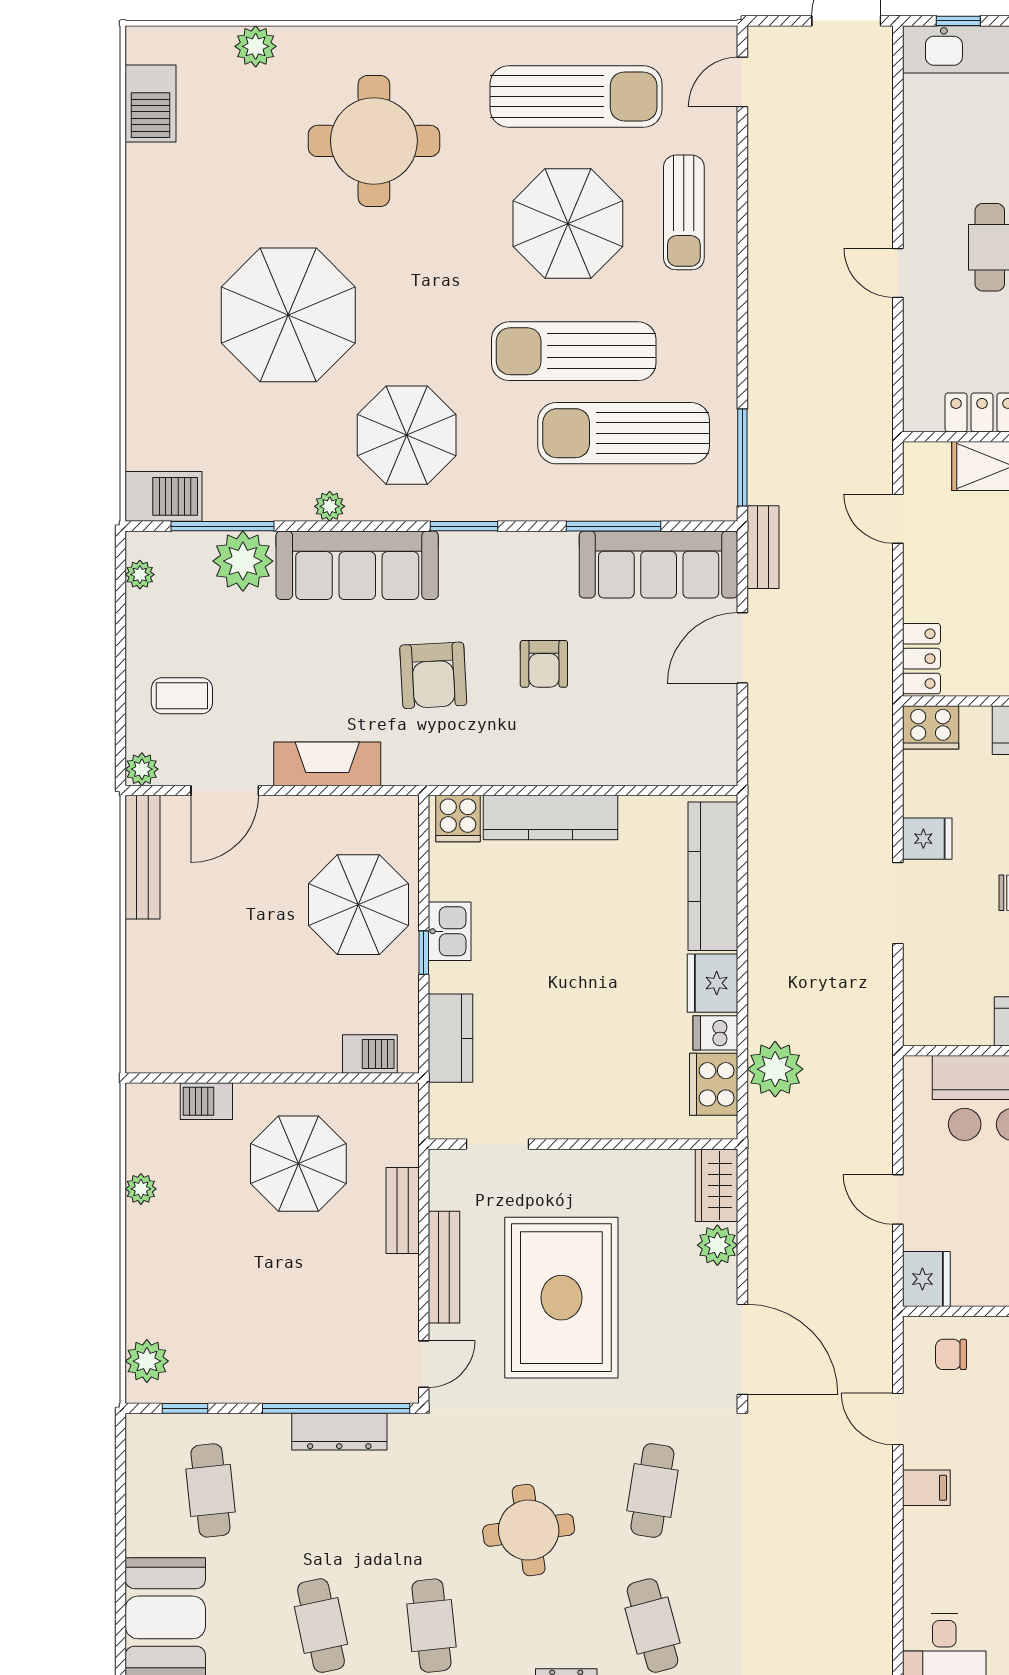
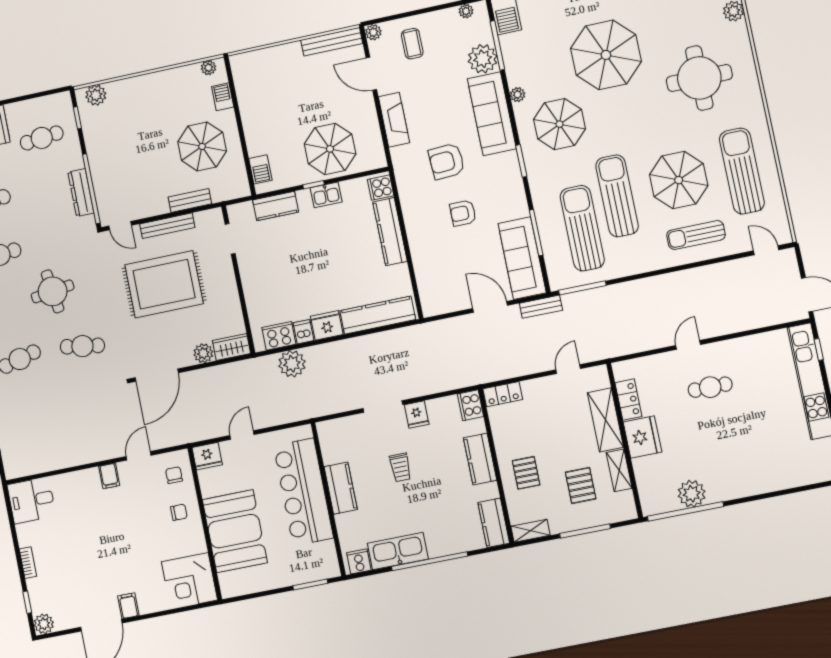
sun lounger: (576, 96) -> (742, 171), turned 180
plant: (141, 1189) -> (209, 68), moved

